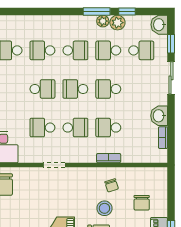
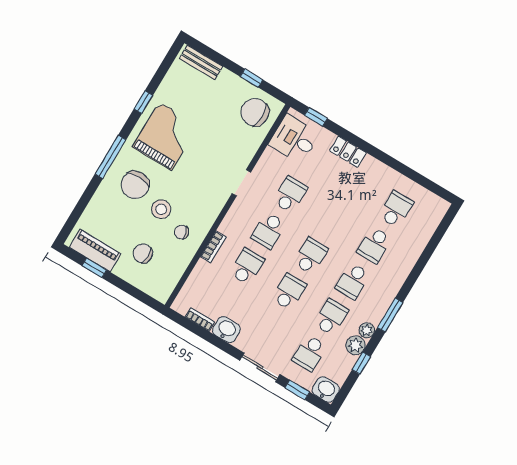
window: (97, 12) -> (390, 315), moved
school desk: (42, 50) -> (374, 245), turned 180
school desk: (42, 89) -> (332, 220), removed

